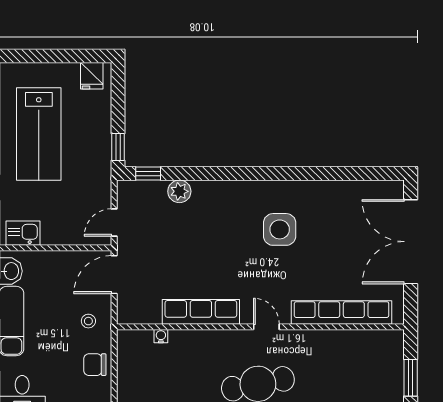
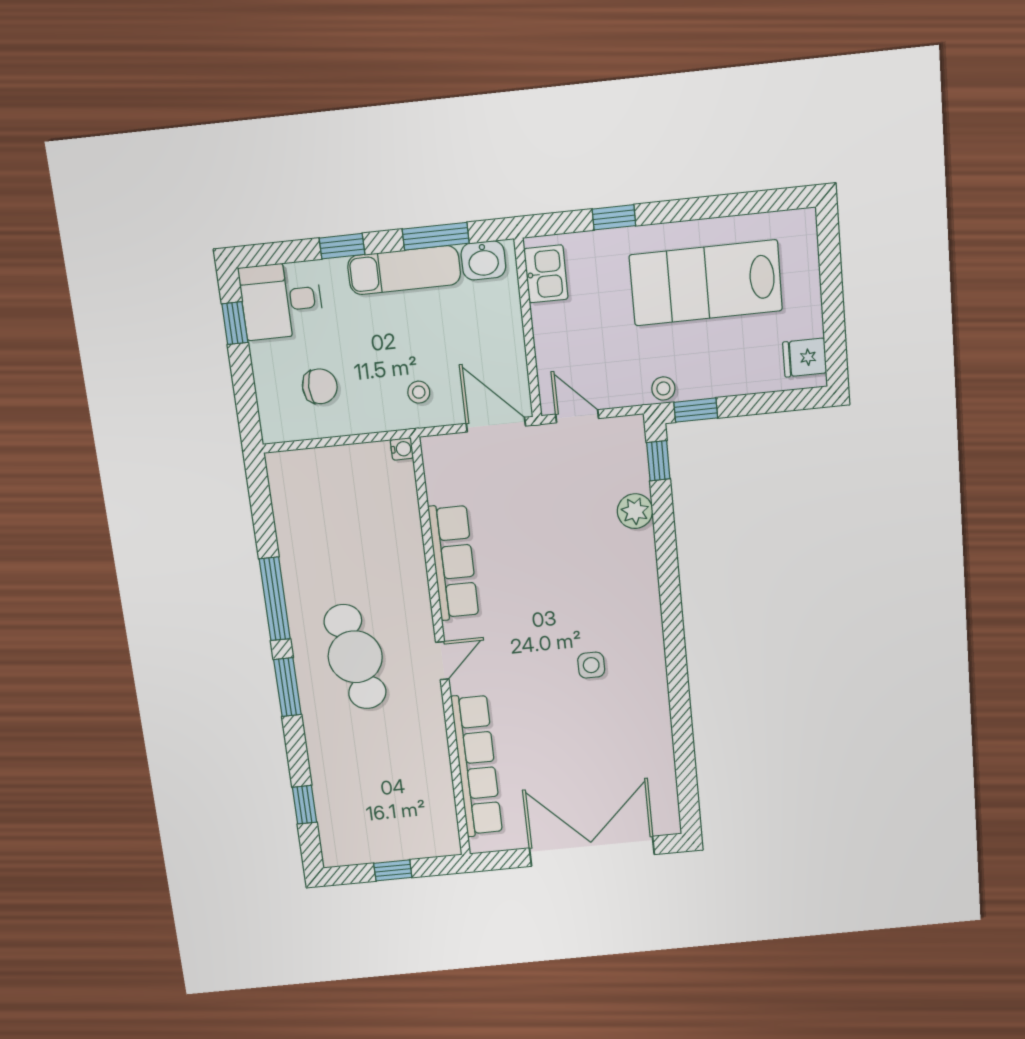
stool: (102, 166) -> (663, 388), added
side table: (280, 229) -> (591, 665), width x0.54, depth x0.54
water cooler: (161, 336) -> (402, 449), moved
chair: (95, 365) -> (320, 386), moved, turned 90
window: (411, 378) -> (393, 870), width x0.67

